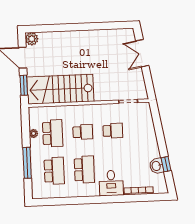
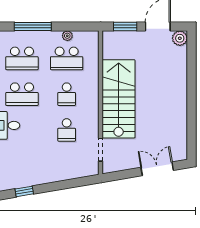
stairs: (60, 89) -> (119, 99), moved
washbasin: (157, 166) -> (23, 180), removed

